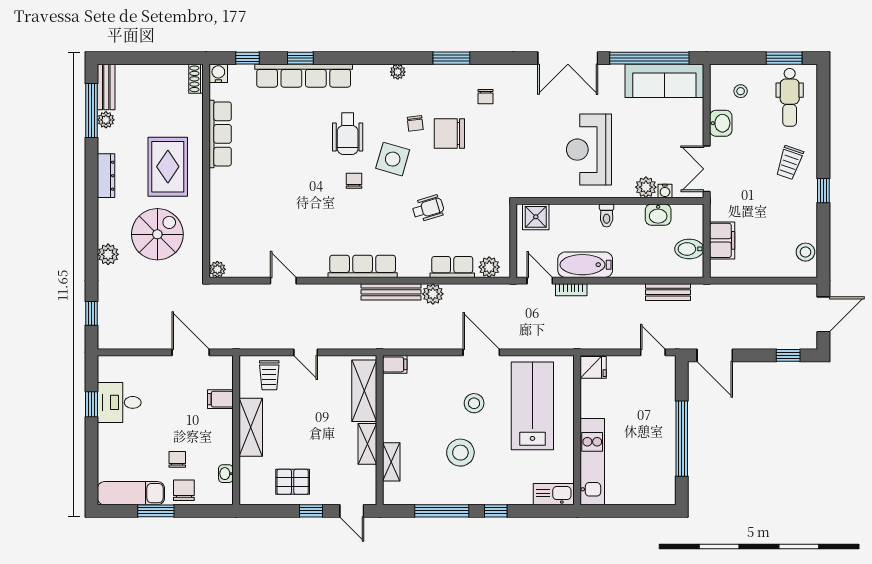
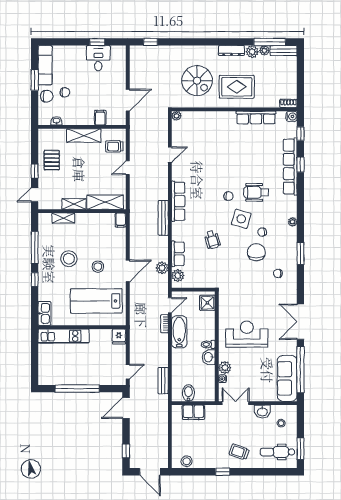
washbasin: (658, 215) -> (209, 357), moved
plant: (108, 254) -> (252, 52), moved
plant: (433, 294) -> (162, 268), moved
lab bench: (532, 406) -> (96, 301), turned 180

